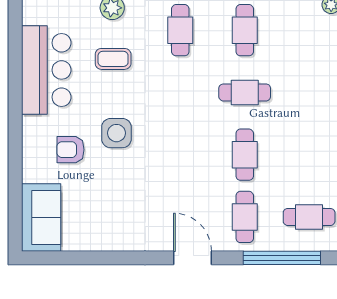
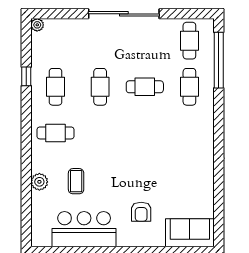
cafe table: (245, 30) -> (55, 87), turned 90
side table: (116, 133) -> (129, 179), removed
cafe table: (245, 217) -> (189, 87), turned 90
door: (193, 258) -> (219, 124), removed

